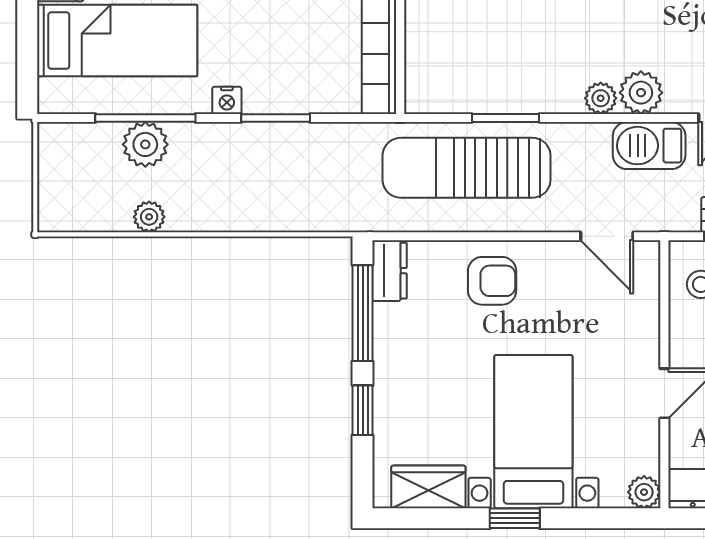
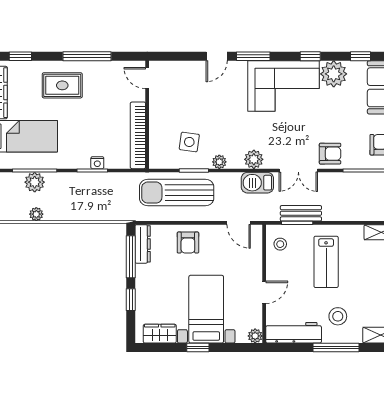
side table: (495, 53) -> (189, 142), added
plant: (601, 98) -> (219, 162), moved
nightstand: (227, 100) -> (97, 163), moved
dresser: (390, 271) -> (143, 244), width x1.44
armchair: (492, 281) -> (188, 243), turned 90

